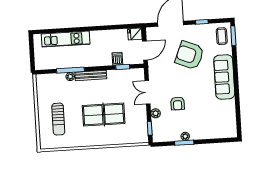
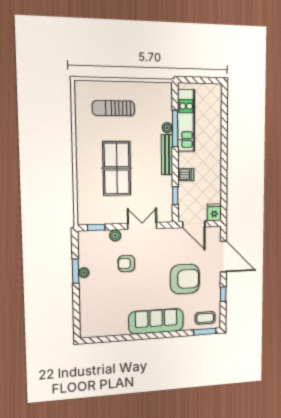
kitchen unit: (66, 39) -> (186, 120), moved, turned 180
armchair: (190, 55) -> (185, 279), turned 68
dishwasher: (117, 59) -> (186, 175), moved

